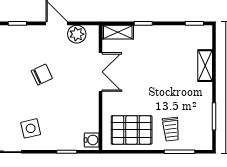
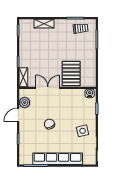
trolley: (171, 129) -> (81, 28), moved
pallet: (132, 130) -> (71, 74), moved

